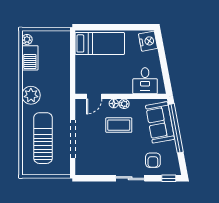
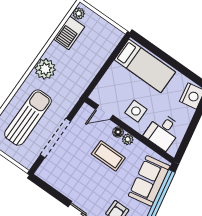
side table: (116, 80) -> (136, 111), added

